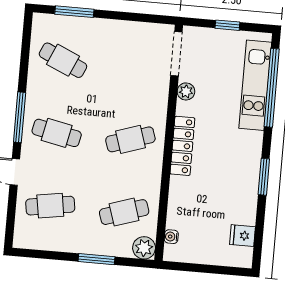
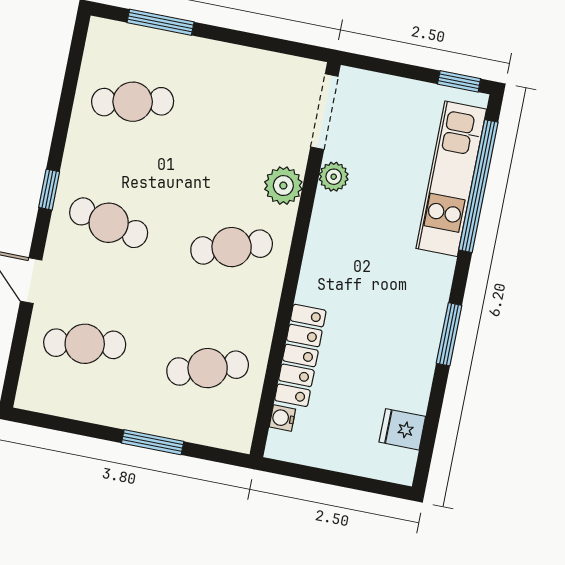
window: (227, 25) -> (459, 81), moved
cafe table: (63, 60) -> (133, 102), turned -36
window: (20, 117) -> (49, 190), width x0.46
locker: (182, 146) -> (300, 355), moved
plant: (144, 248) -> (283, 186), moved

